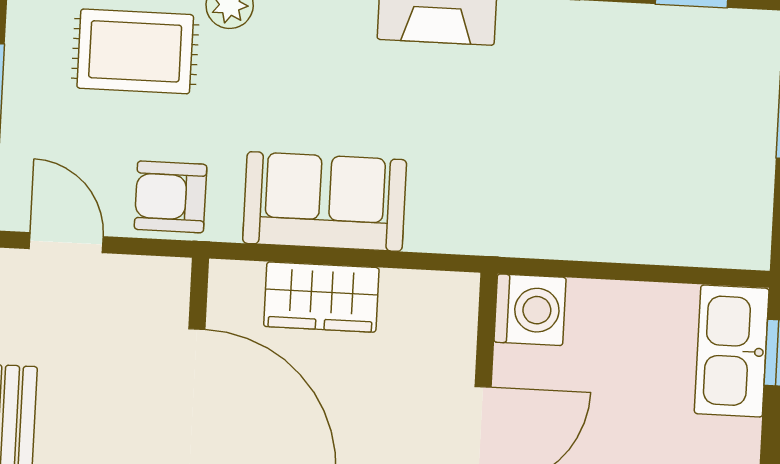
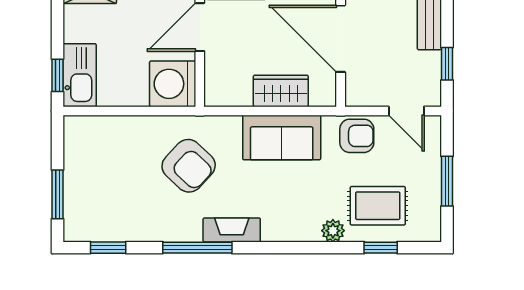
armchair: (518, 154) -> (189, 166), added
washing machine: (530, 310) -> (173, 84), width x1.37, depth x1.37

